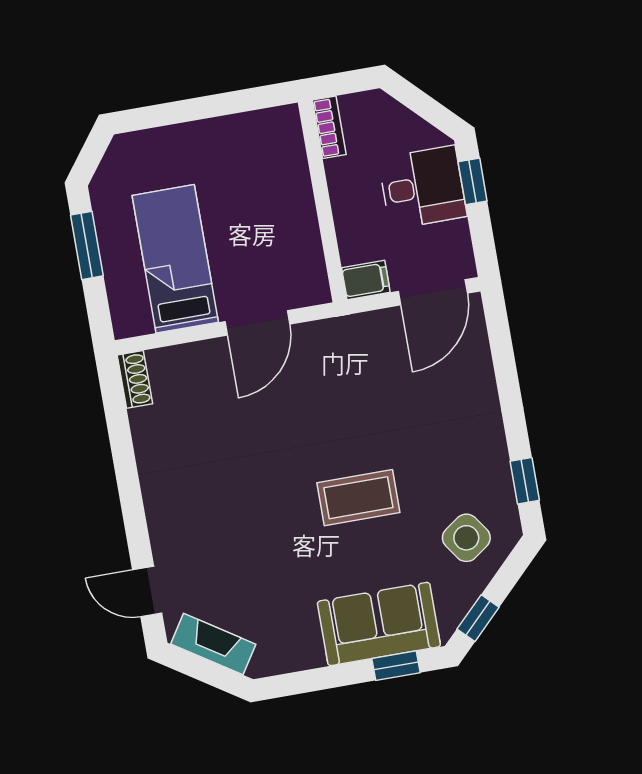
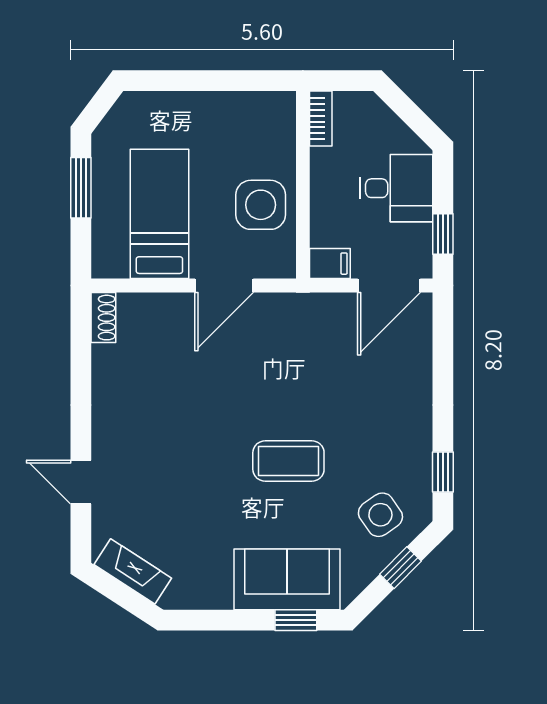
window: (473, 181) -> (443, 234), moved
side table: (281, 230) -> (261, 205), added
door: (147, 591) -> (81, 482), moved
window: (478, 618) -> (400, 568), moved

